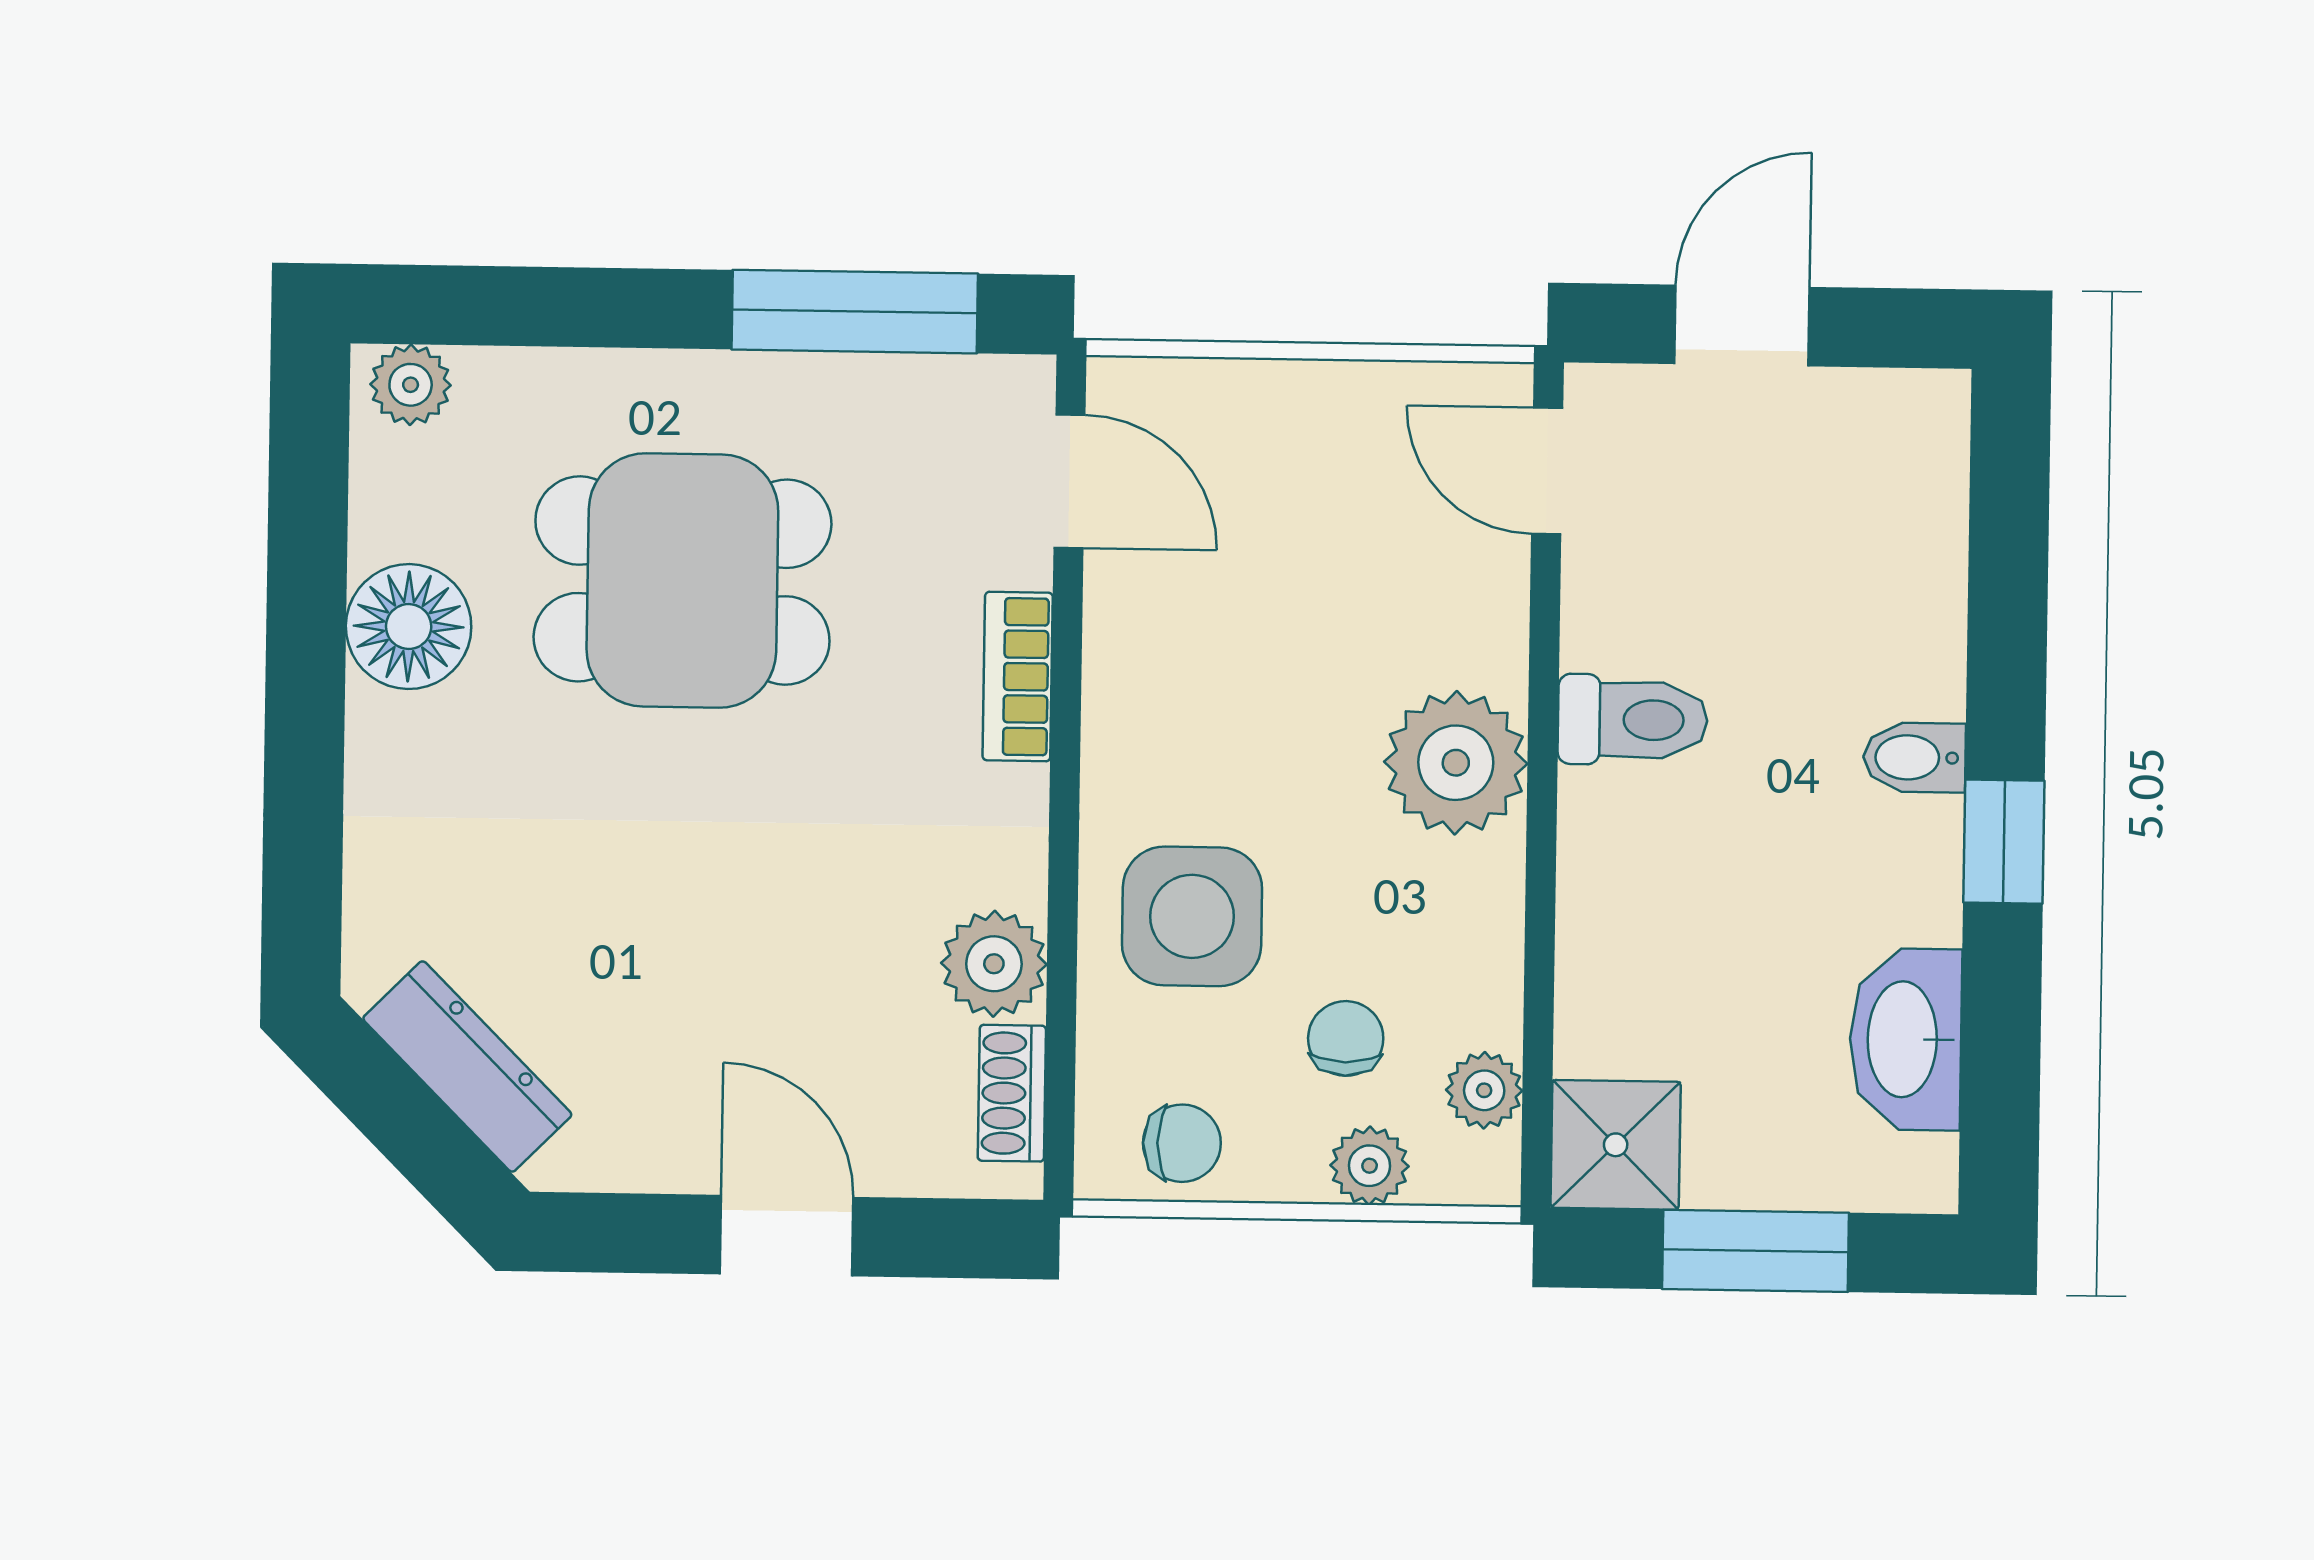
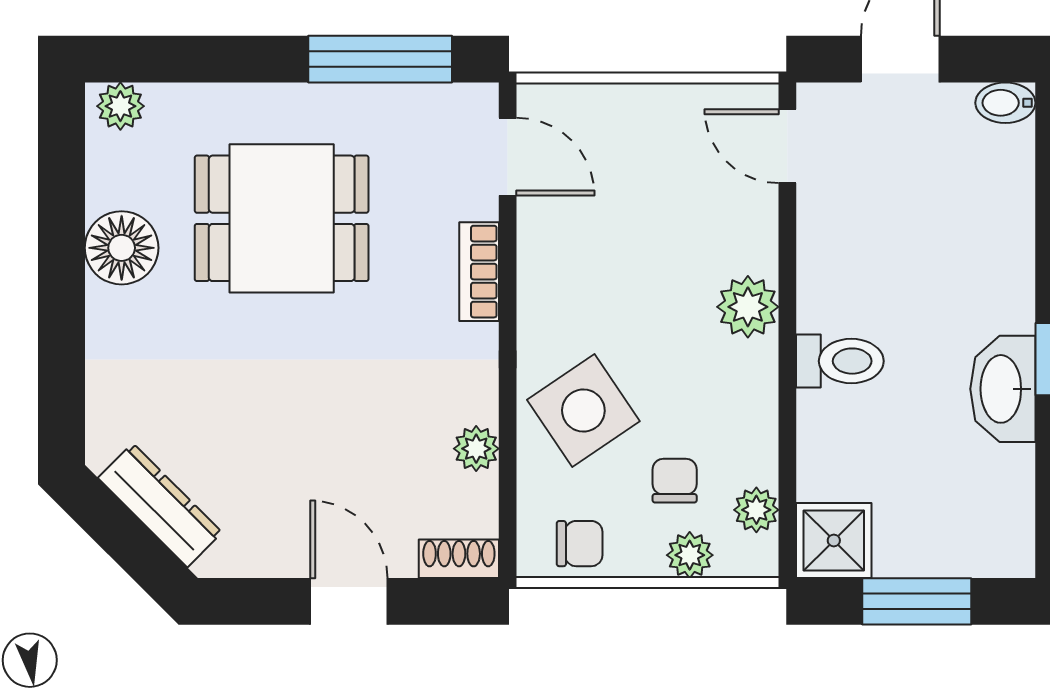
toilet: (1633, 720) -> (840, 361), moved
bidet: (1914, 757) -> (1005, 103), moved
plant: (1456, 763) -> (748, 307), width x0.73, depth x0.73
side table: (1192, 916) -> (583, 411), turned -34
plant: (994, 964) -> (476, 449), width x0.73, depth x0.73
washbasin: (1906, 1039) -> (1003, 389), moved
shoe rack: (1012, 1093) -> (459, 559), moved, turned 90

